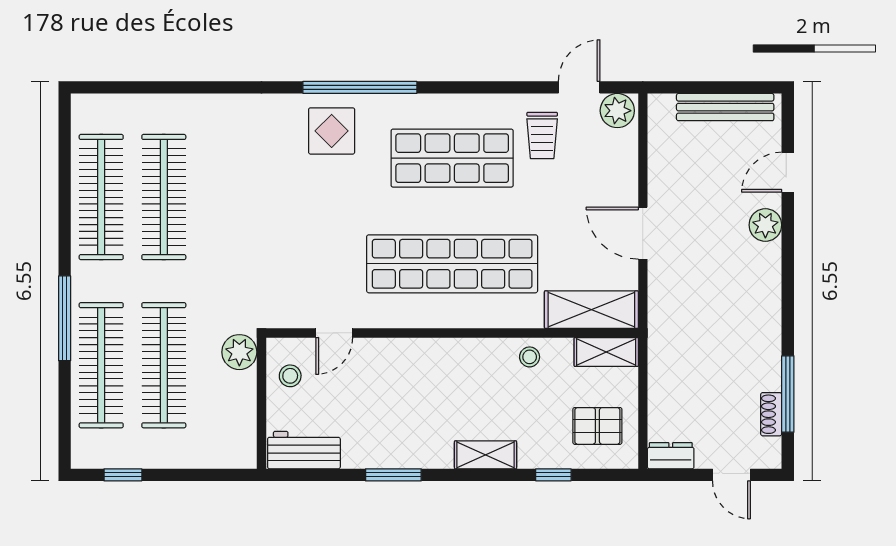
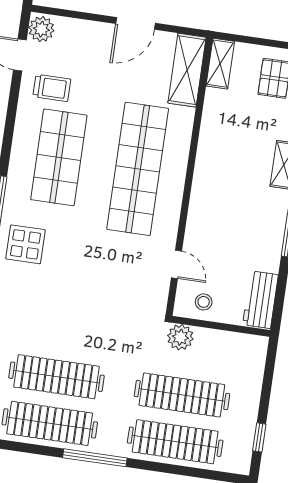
window: (65, 318) -> (95, 458), moved
stool: (530, 357) -> (216, 121), removed

